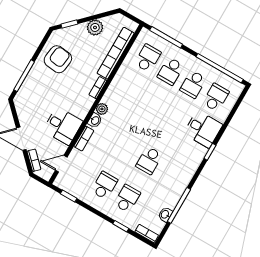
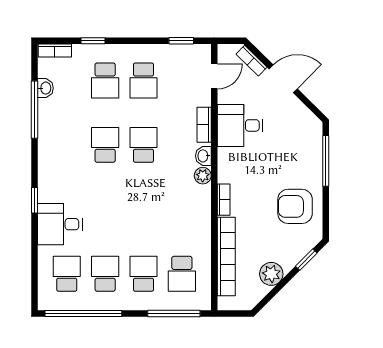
armchair: (58, 59) -> (295, 206), turned 83
school desk: (216, 97) -> (67, 274), turned 180
school desk: (126, 147) -> (144, 145), added

